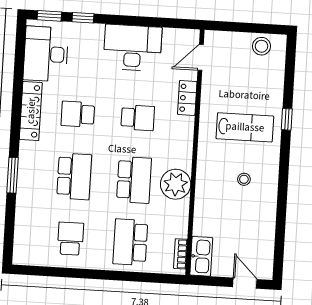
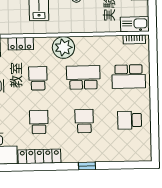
school desk: (78, 114) -> (39, 122), turned 180
window: (12, 175) -> (87, 166), width x0.67
school desk: (74, 176) -> (84, 121), width x0.54
plant: (176, 184) -> (63, 47), moved

